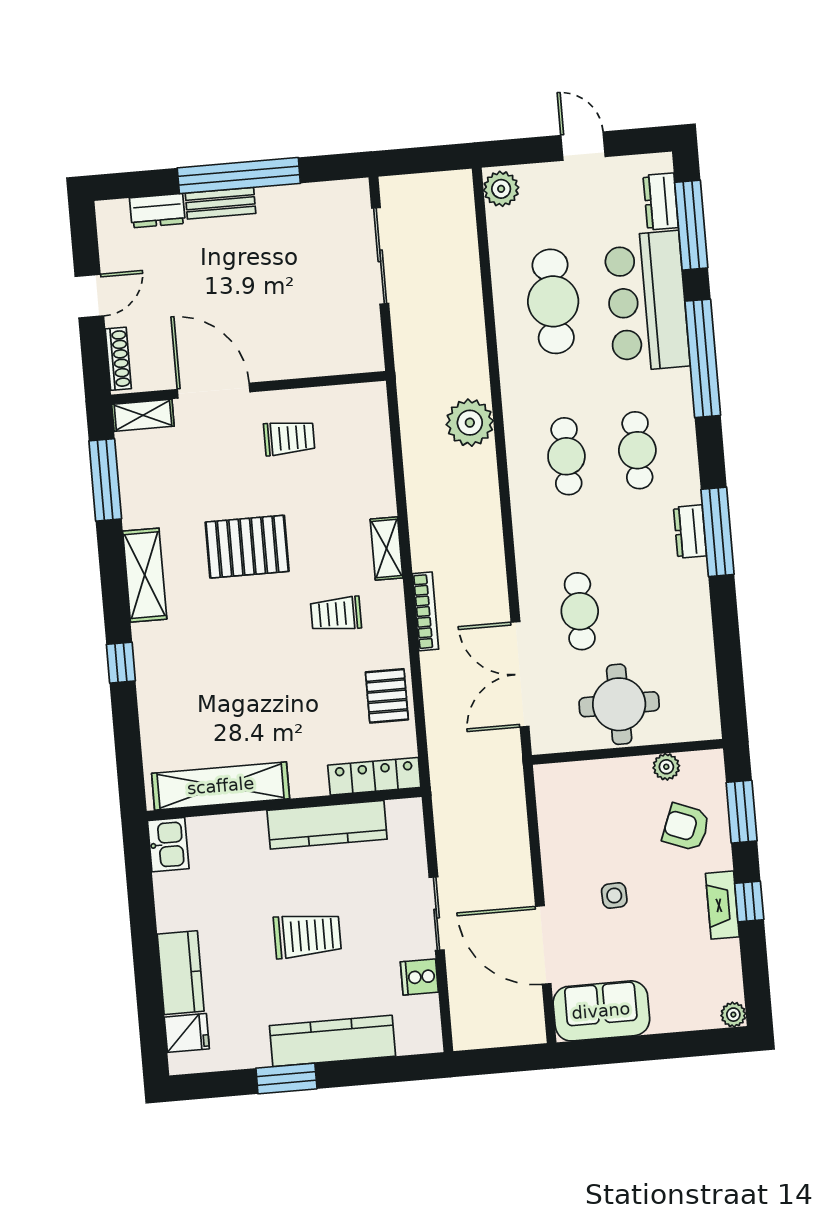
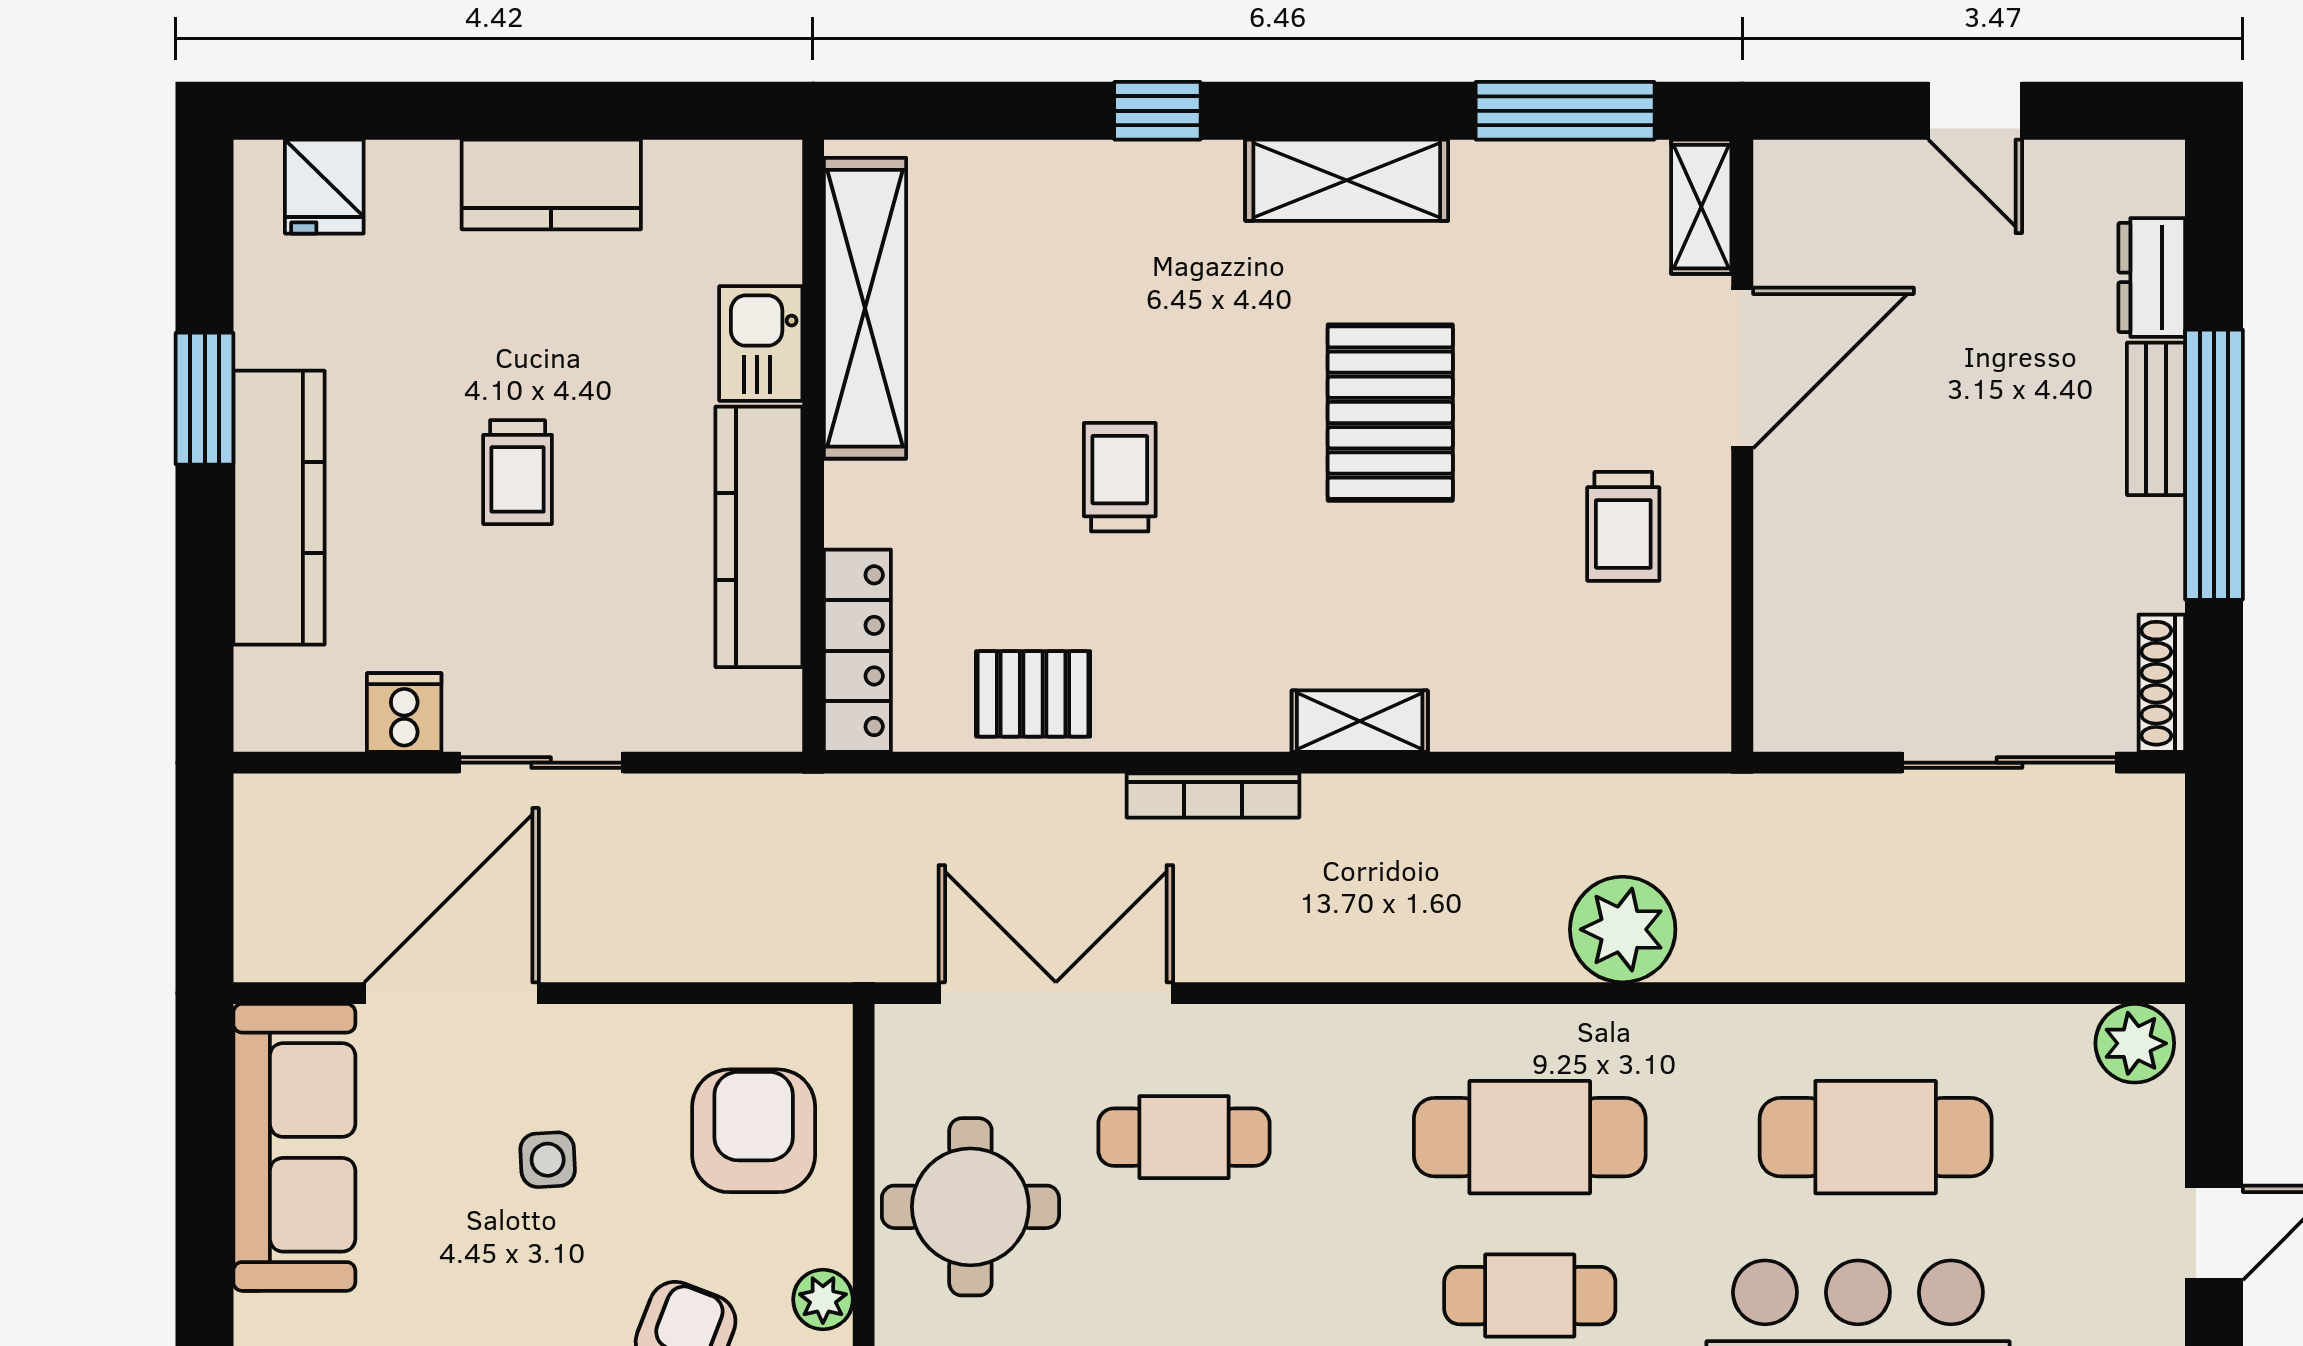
shoe rack: (118, 359) -> (2162, 683), moved, turned 90
cafe table: (566, 456) -> (1530, 1137), width x1.37, depth x1.35
trolley: (336, 614) -> (1120, 477), moved
armchair: (593, 804) -> (754, 1131), added
kitchen sink: (168, 845) -> (761, 343), moved, turned 90
trolley: (307, 935) -> (518, 472), width x0.73, depth x0.72
kitchen counter: (181, 973) -> (551, 184), moved
sofa: (601, 1011) -> (294, 1147), width x1.36

